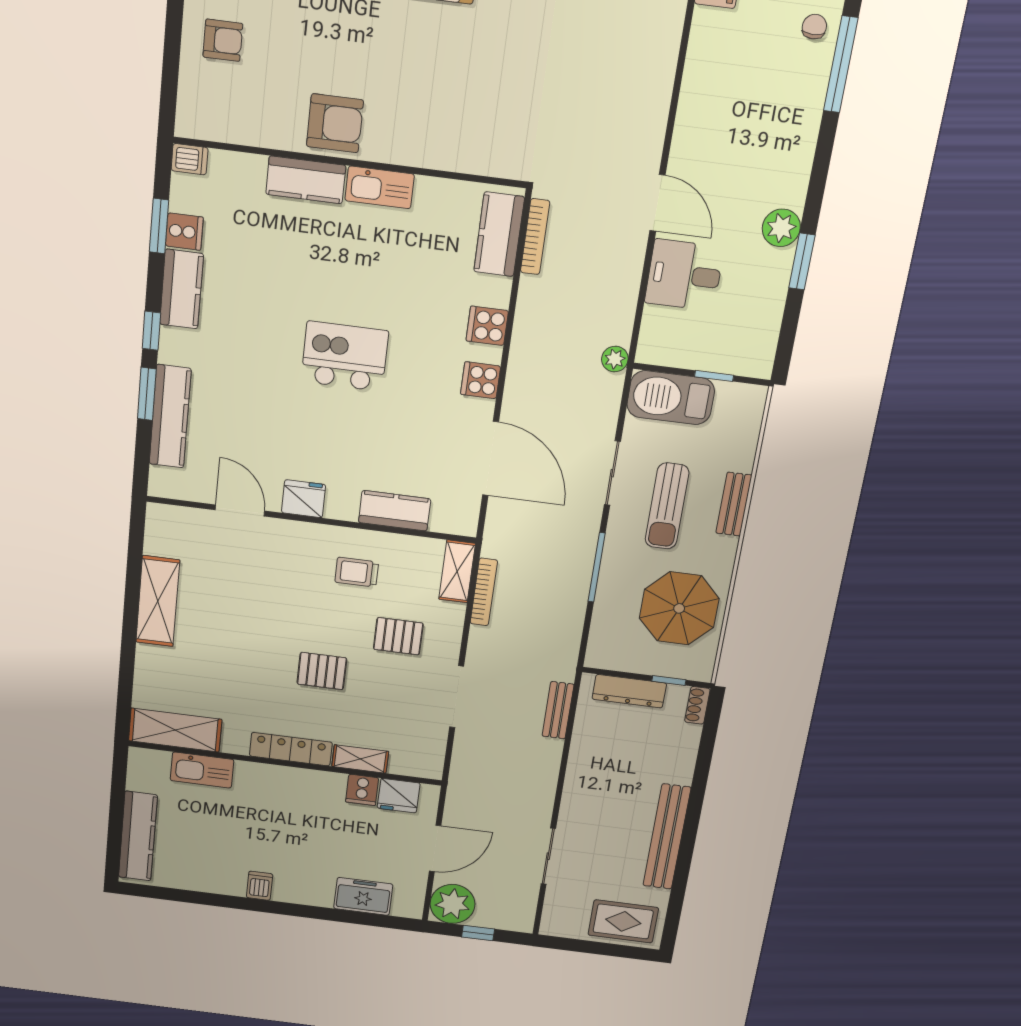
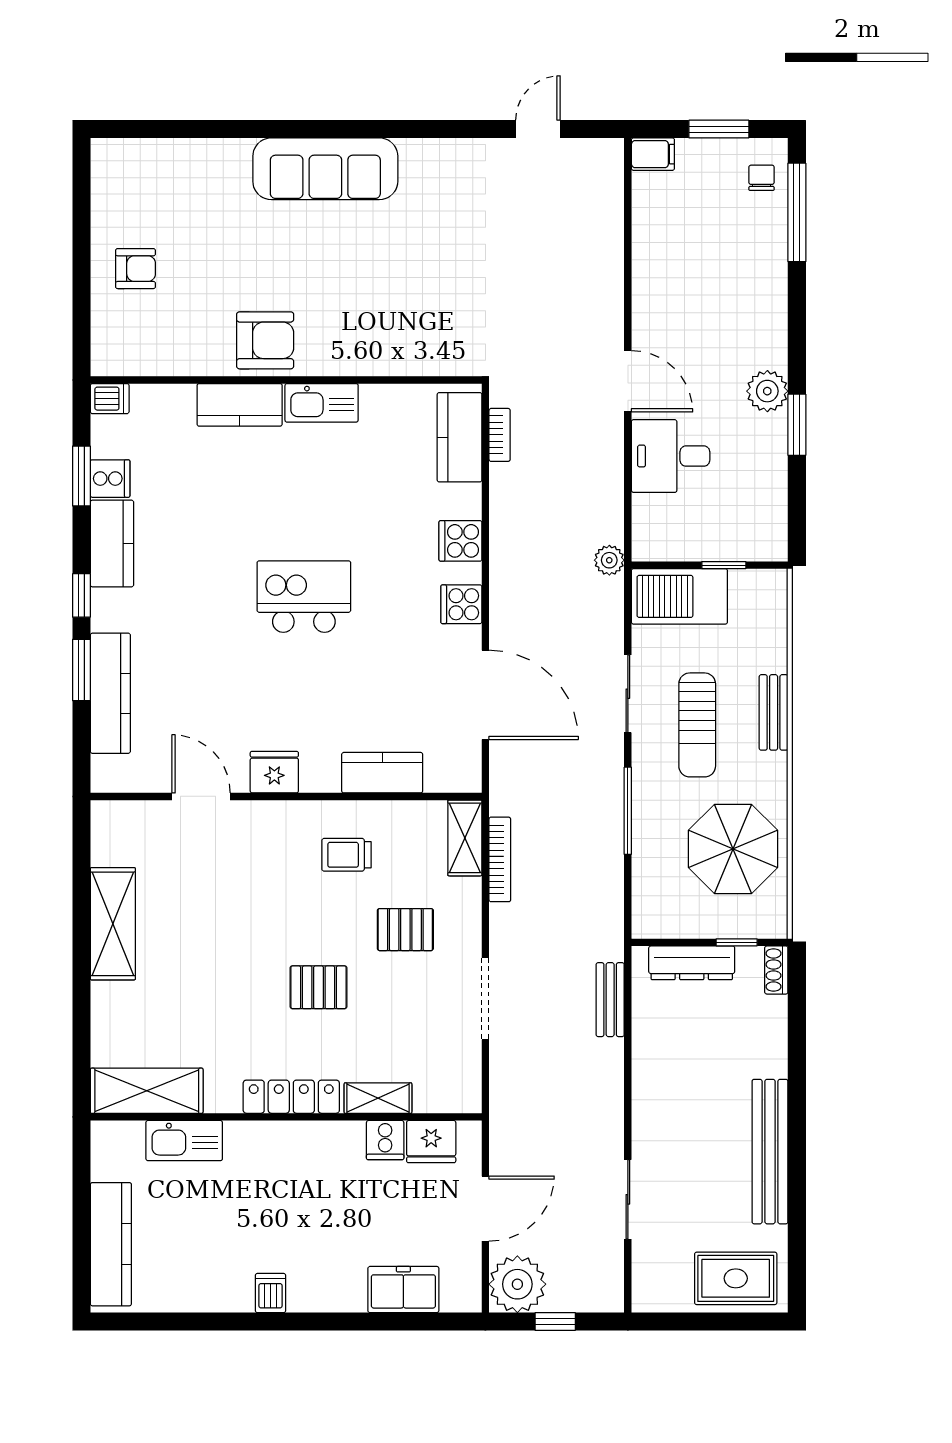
bookcase: (535, 237) -> (500, 435), width x0.64

